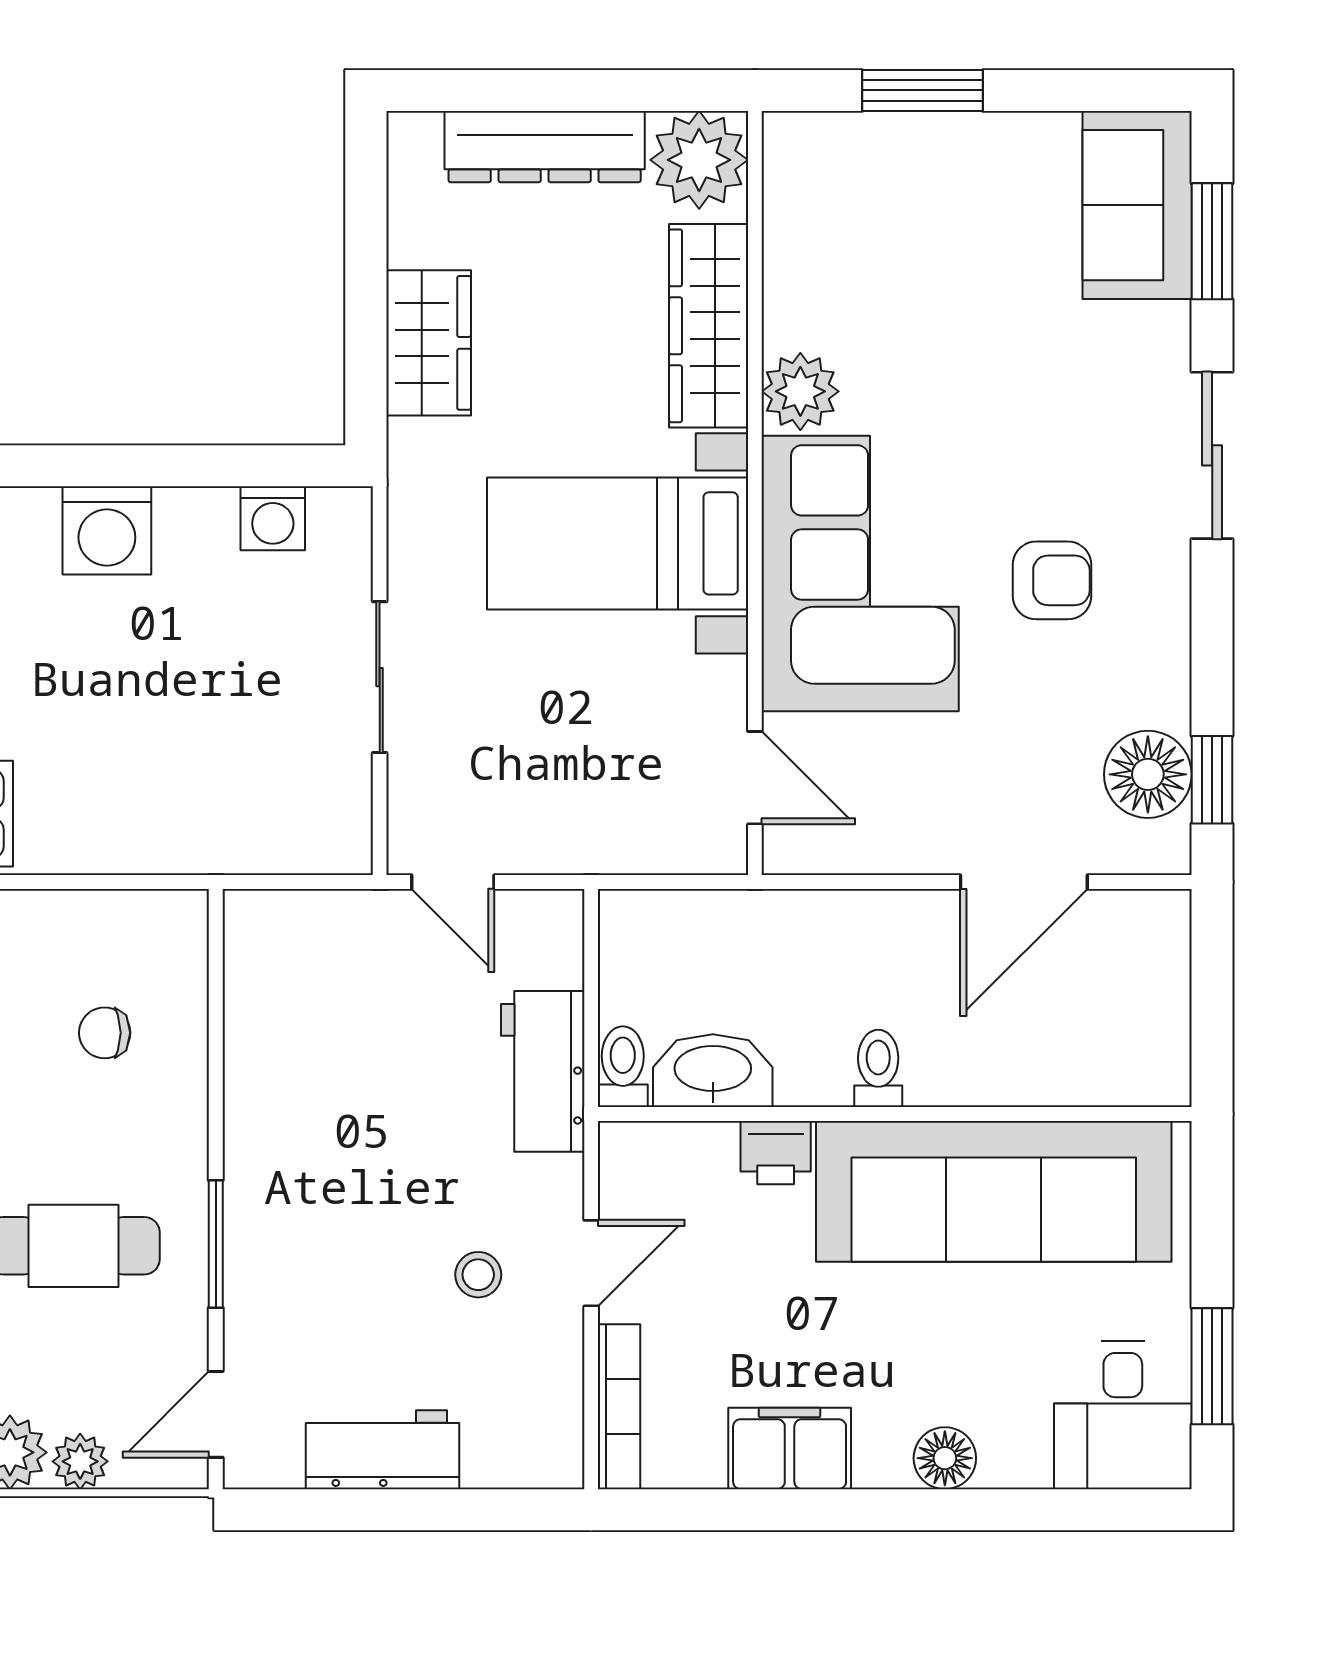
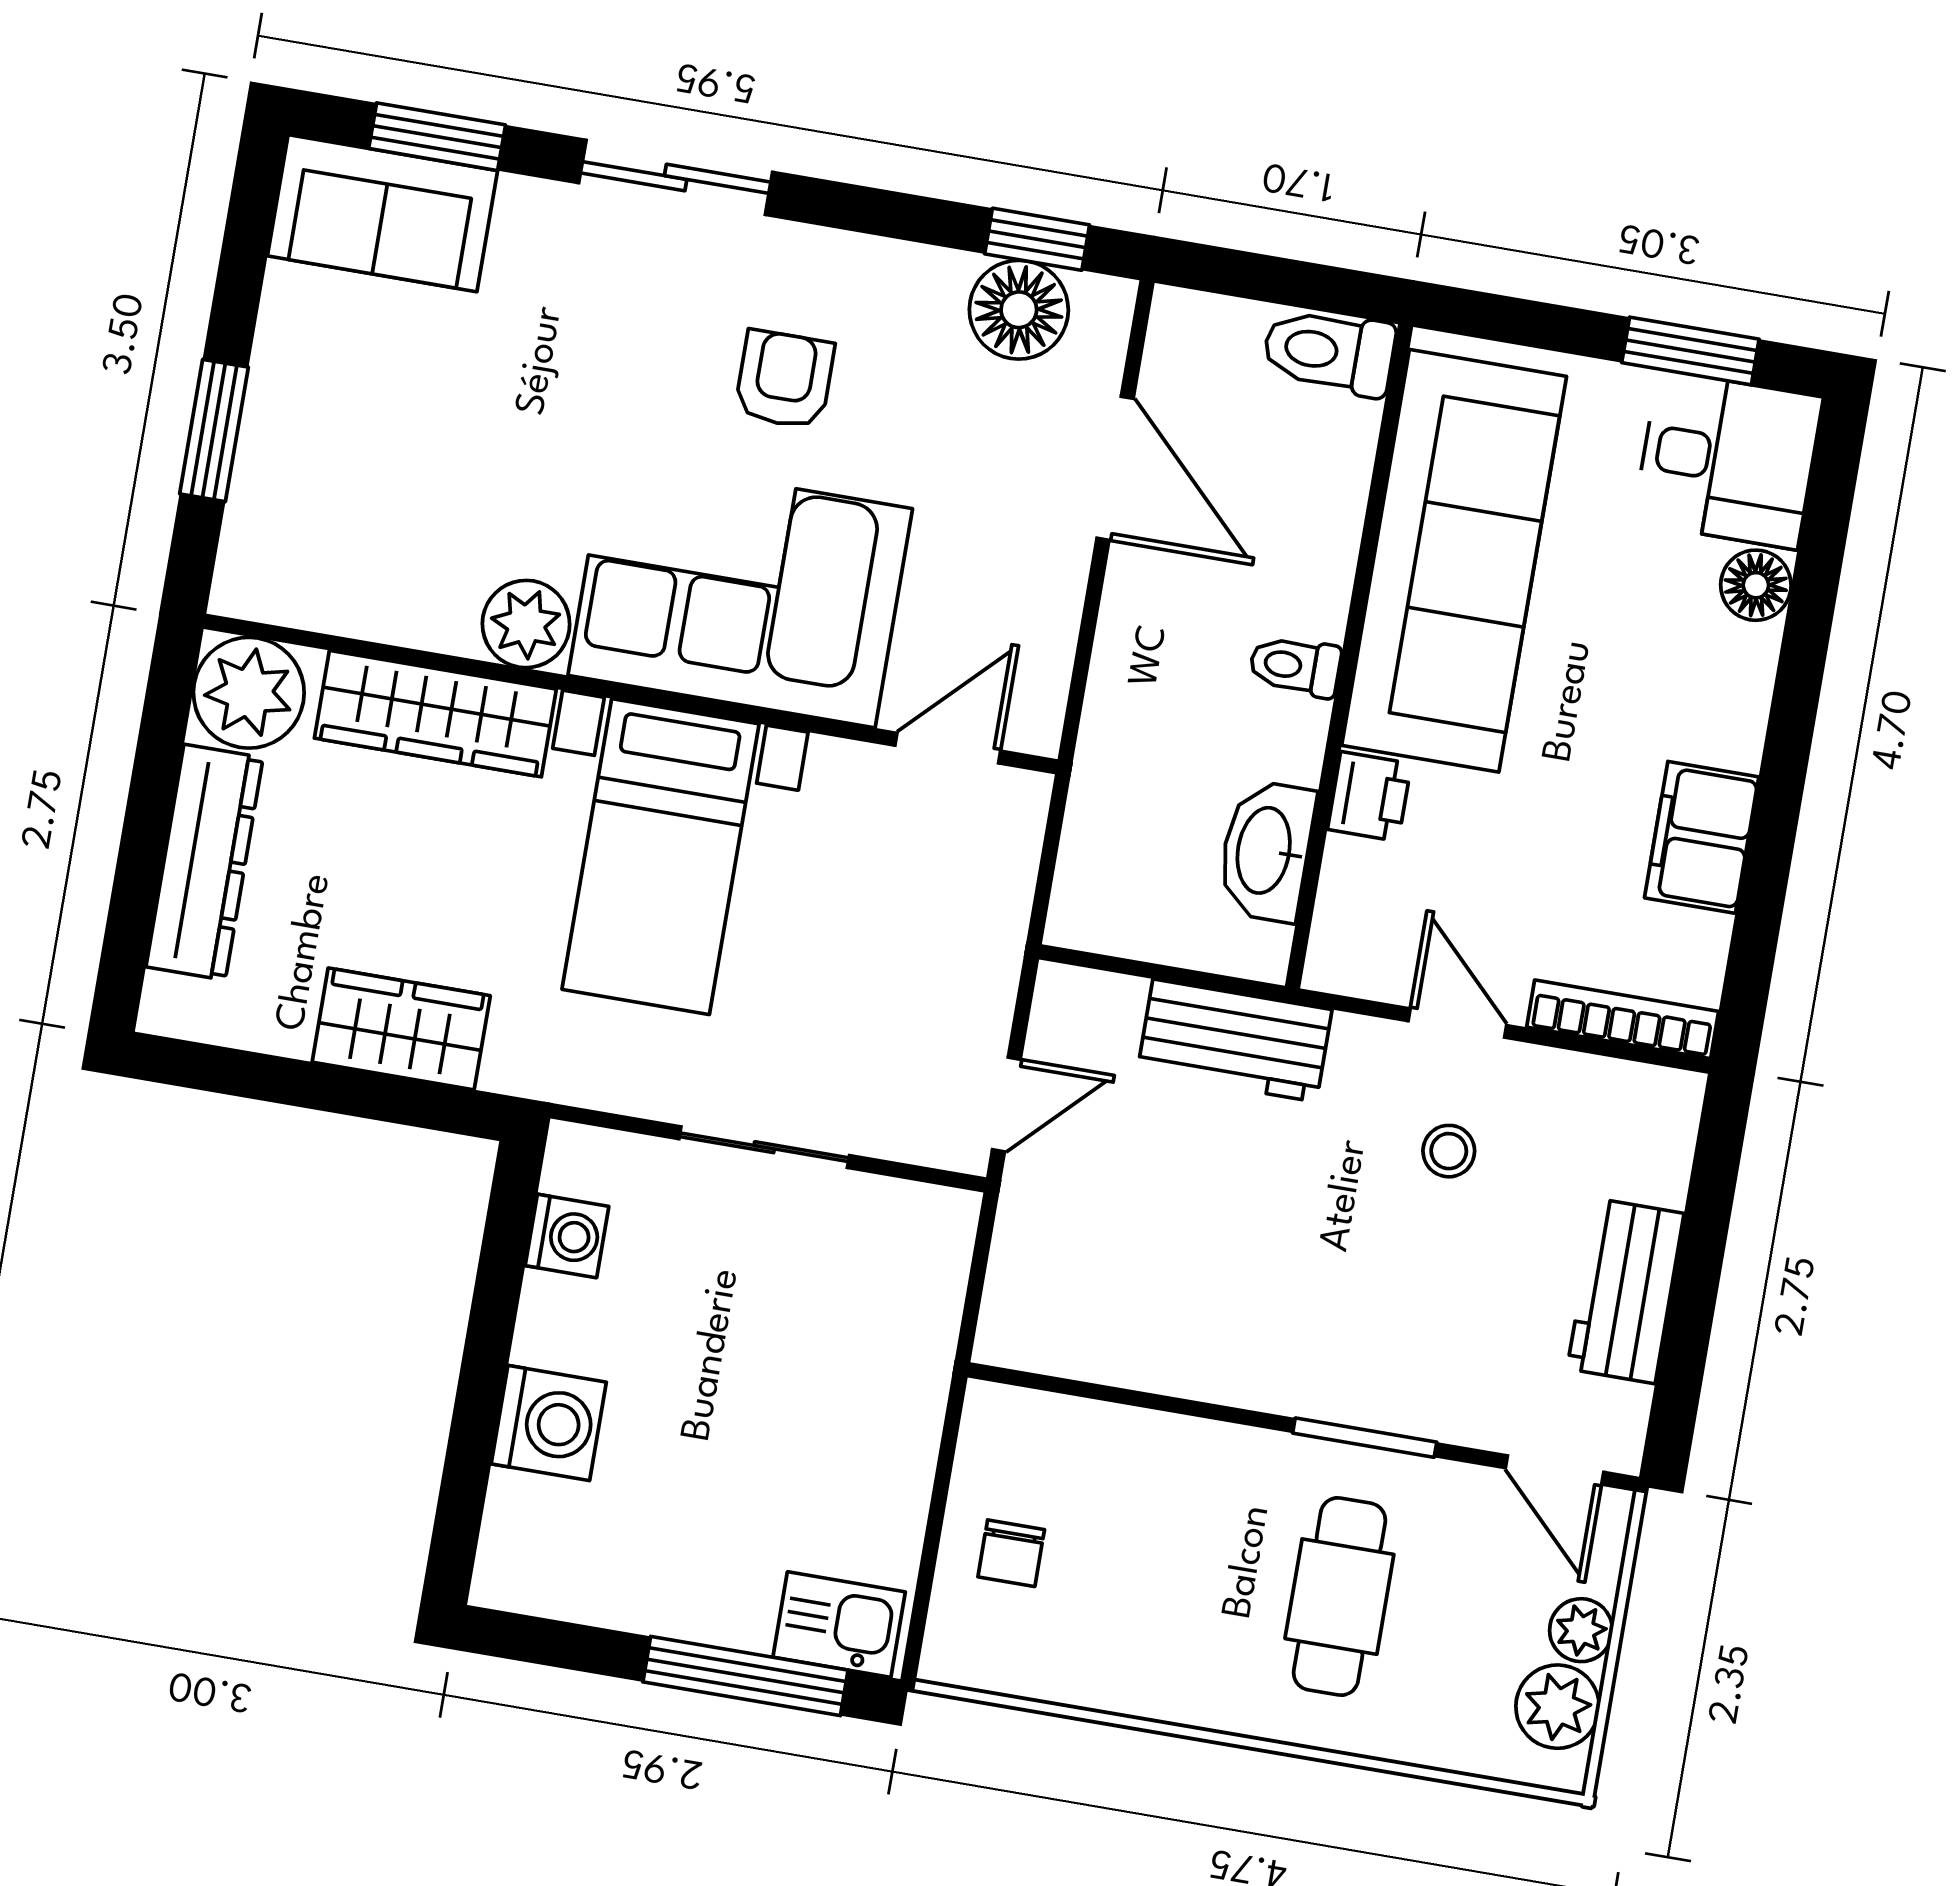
chair: (105, 1033) -> (1011, 1553), moved
toilet: (623, 1067) -> (1329, 352), moved, width x1.37, depth x1.39
floor lamp: (945, 1458) -> (1756, 585), moved

